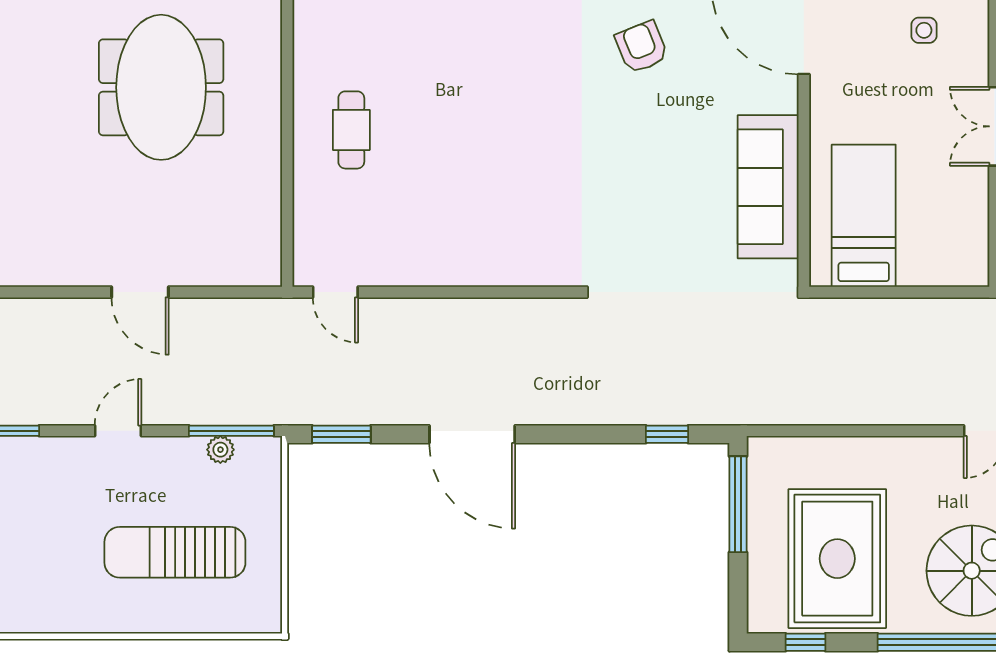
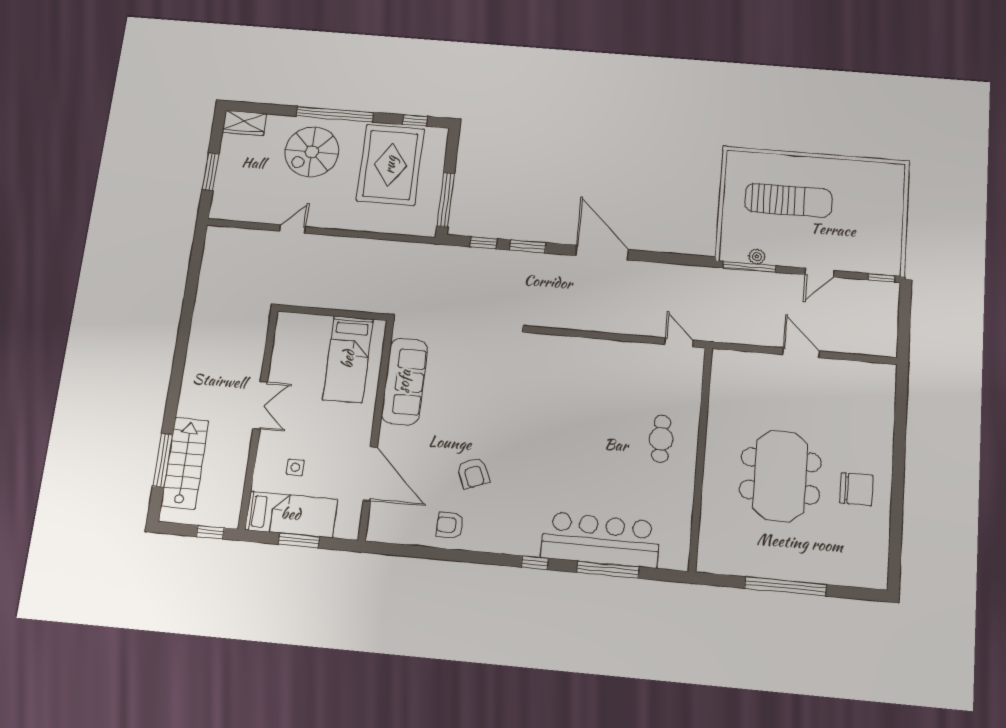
chair: (42, 77) -> (856, 489), added
window: (341, 434) -> (528, 246), moved

